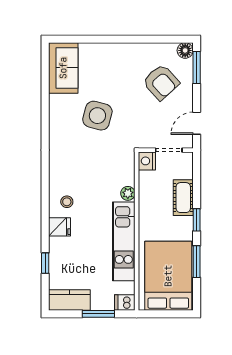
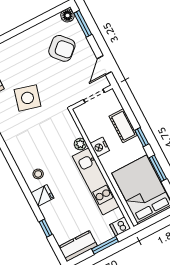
nightstand: (147, 161) -> (100, 147), moved

